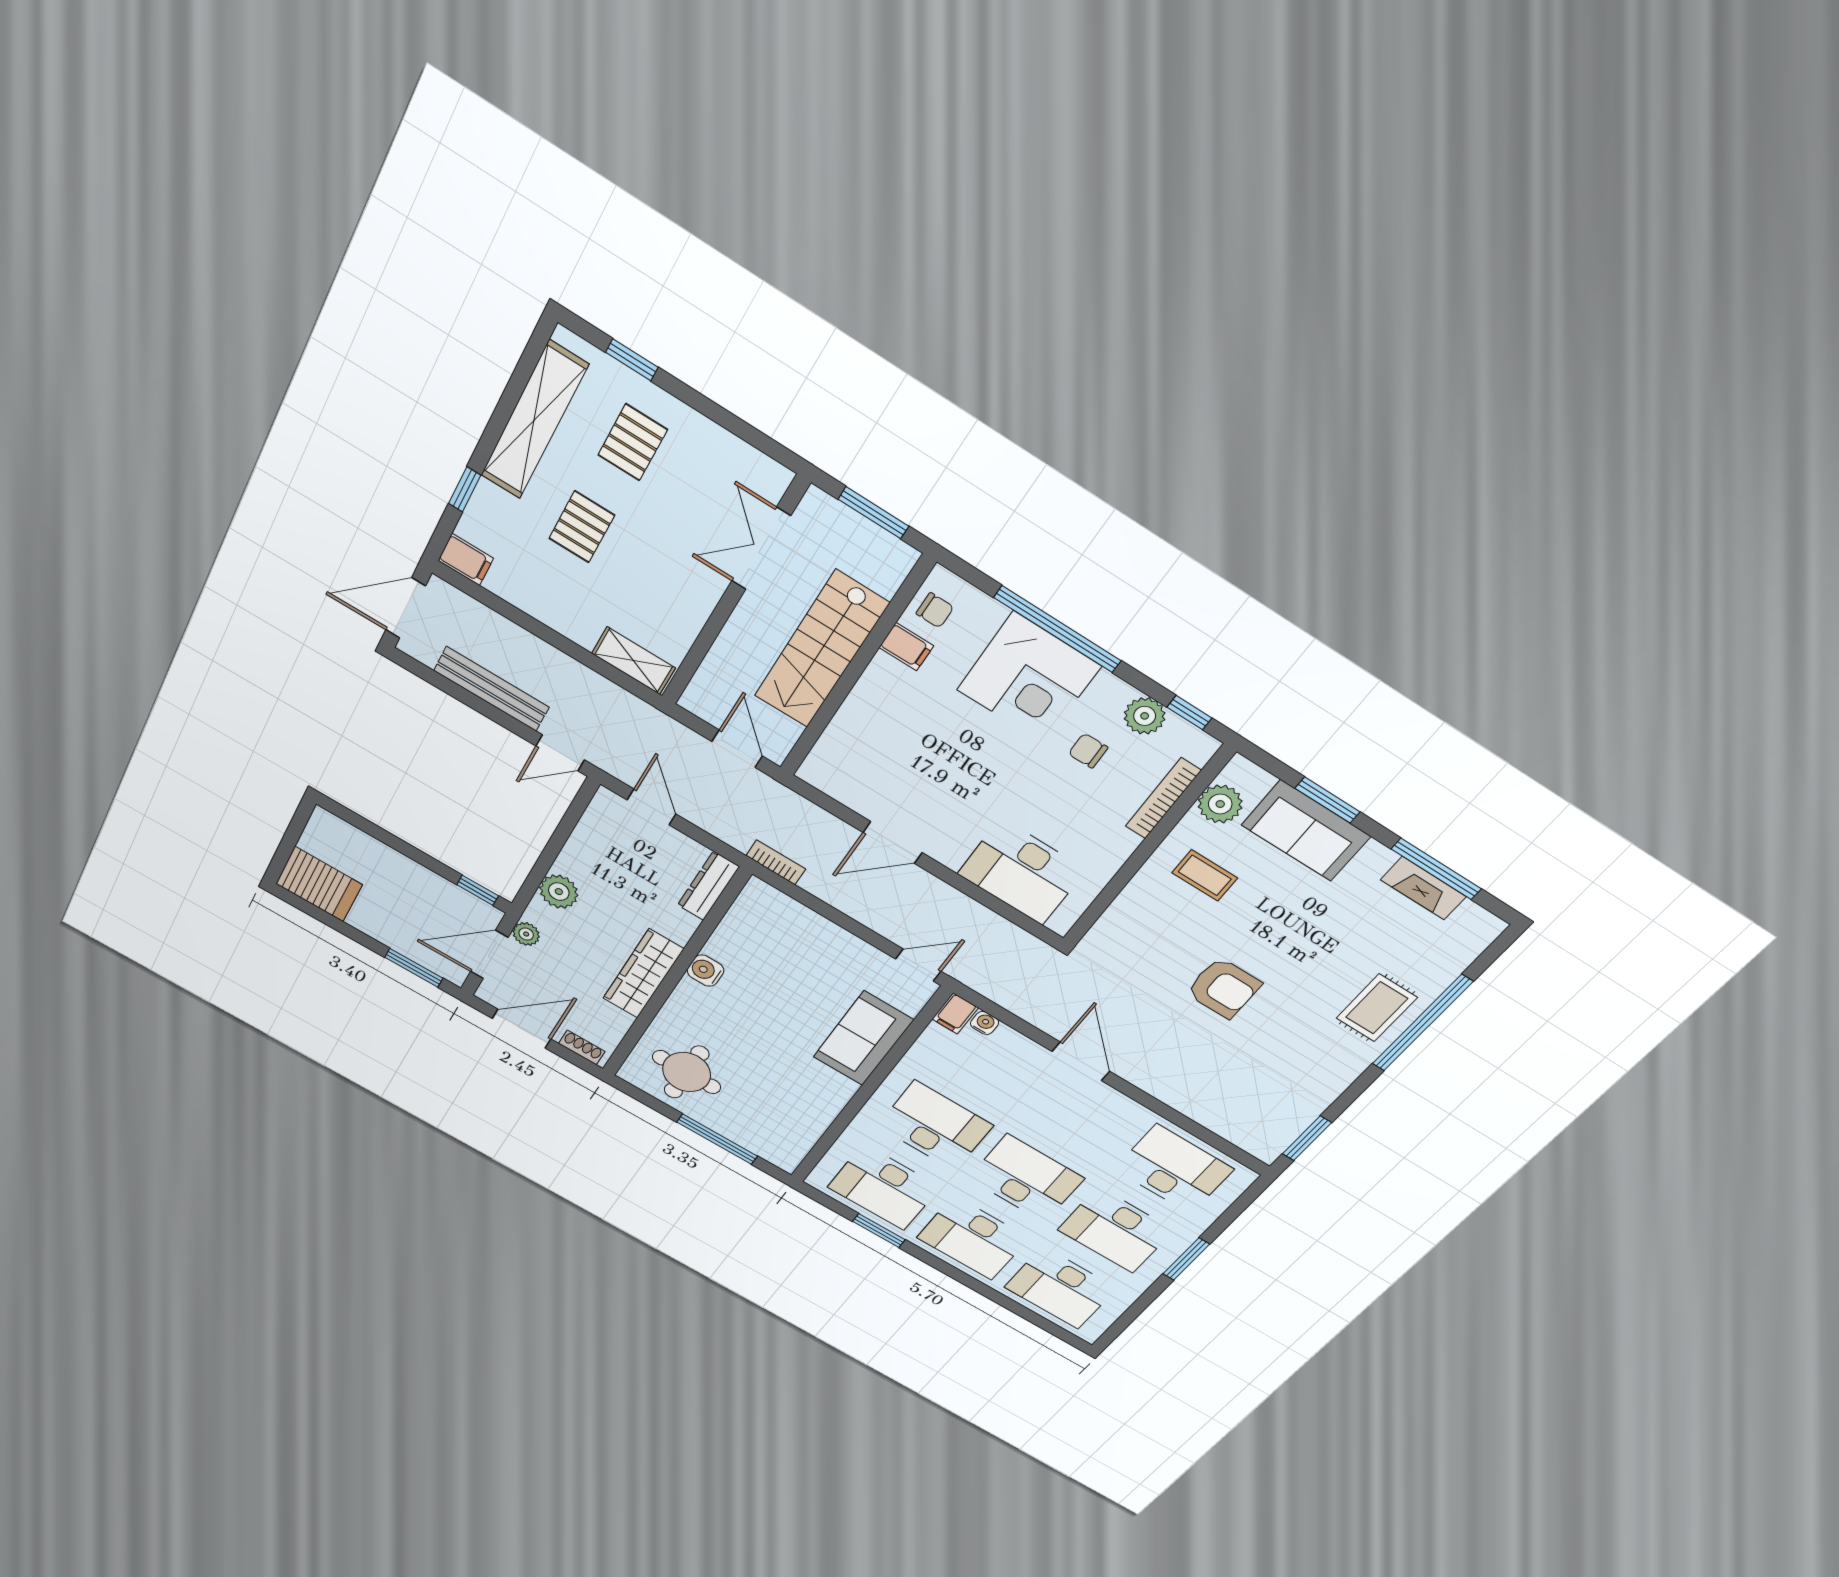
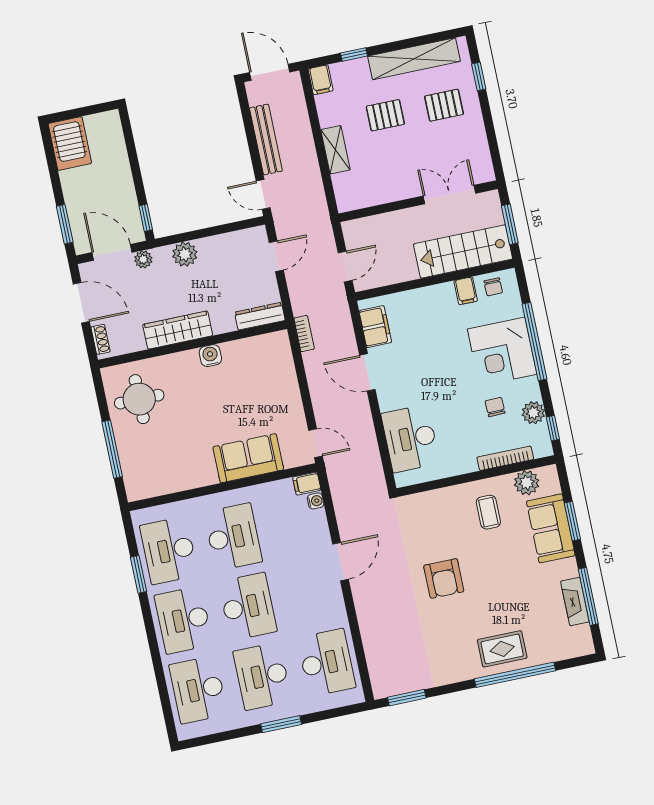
stairs: (821, 650) -> (463, 251), moved
shelving: (634, 661) -> (335, 150), moved
filing cabinet: (845, 785) -> (375, 327), added

